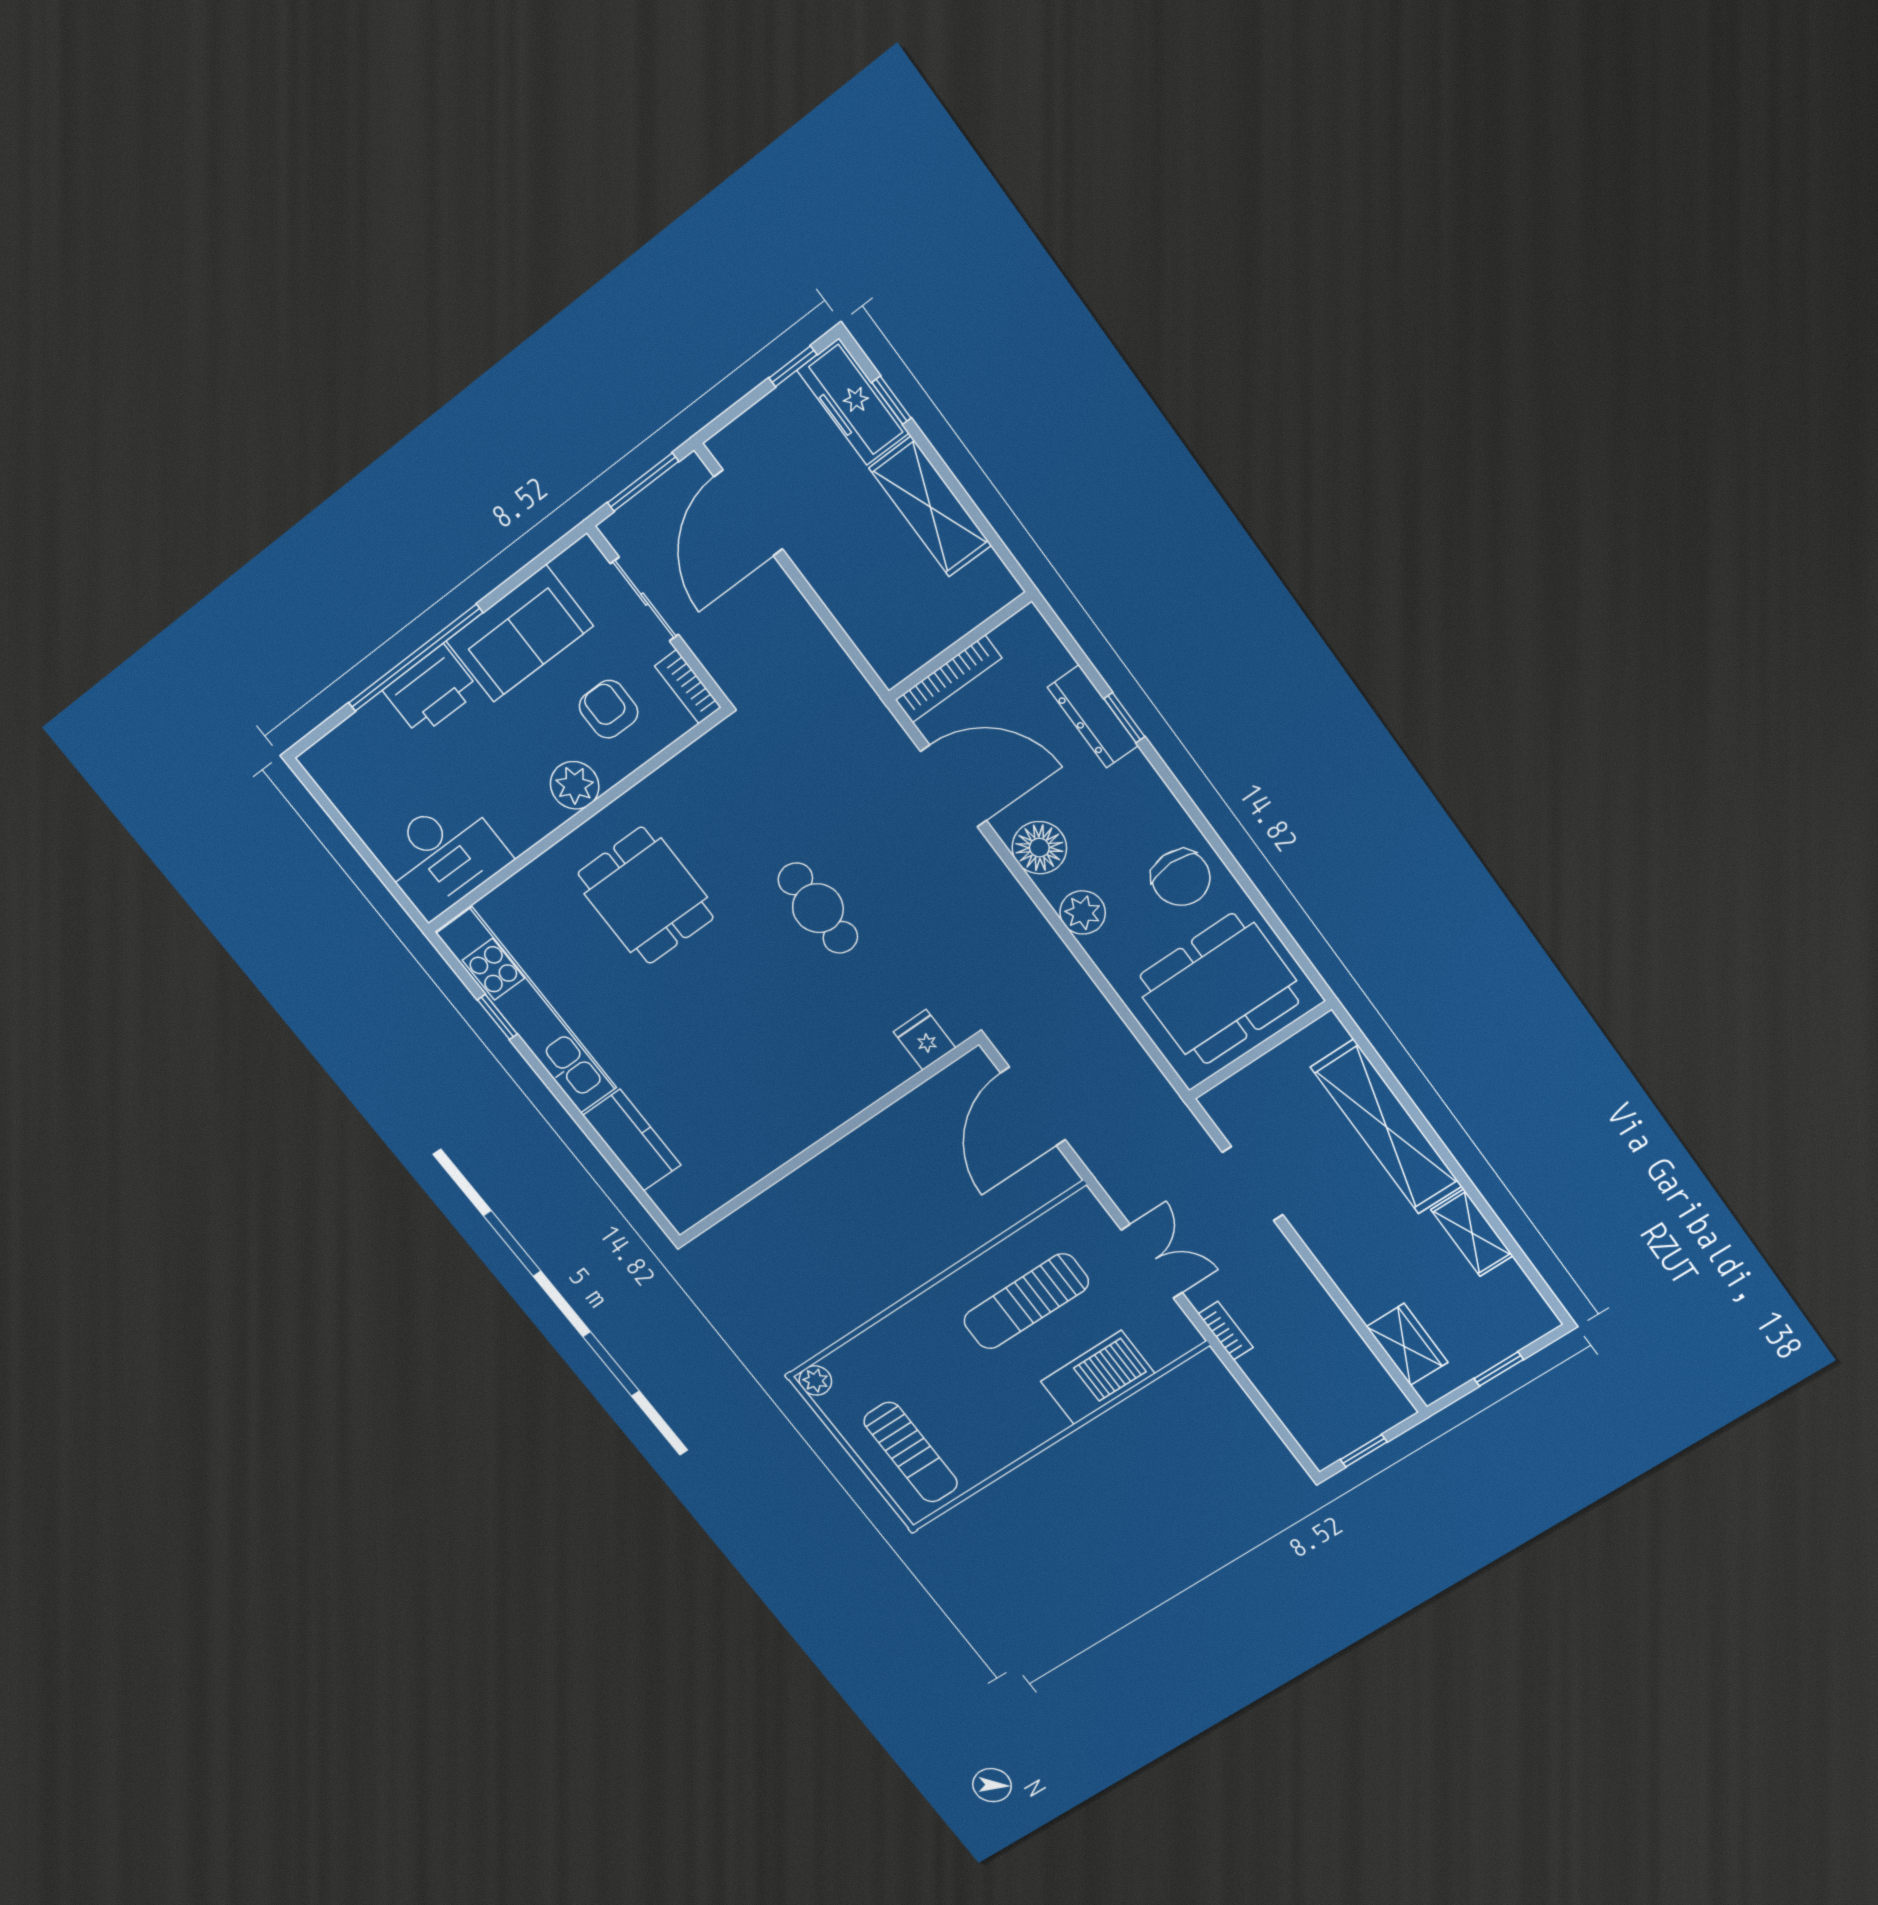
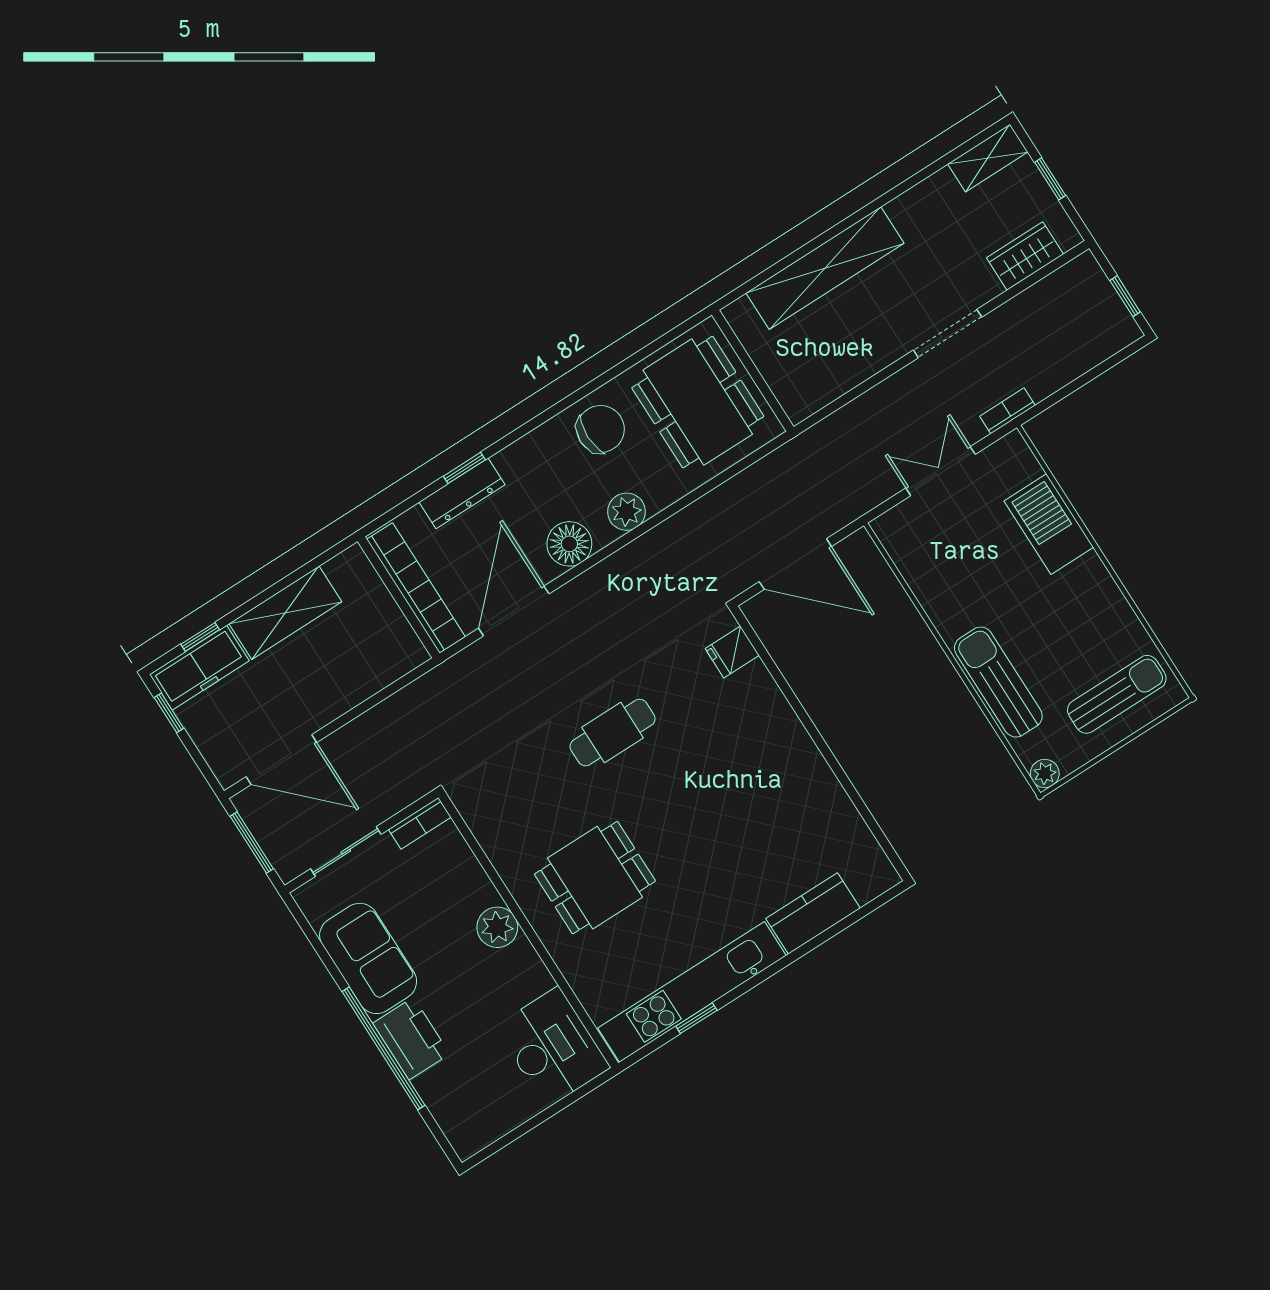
bookcase: (948, 679) -> (416, 588), width x1.48, depth x1.31
armchair: (609, 709) -> (435, 891), removed
doorway: (1253, 1184) -> (948, 334), moved
shelving: (1472, 1233) -> (988, 158), moved
sun lounger: (1026, 1301) -> (998, 682), moved, turned 180

